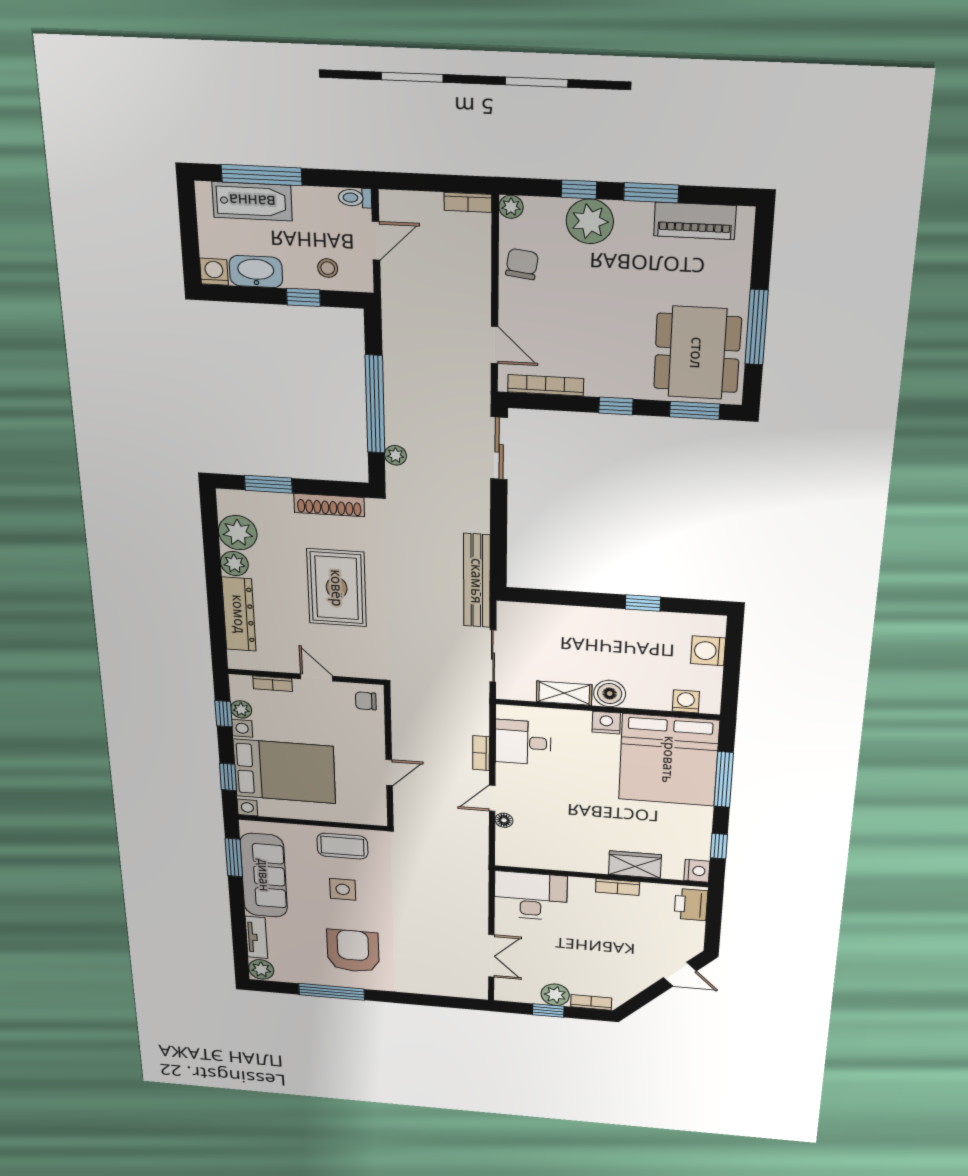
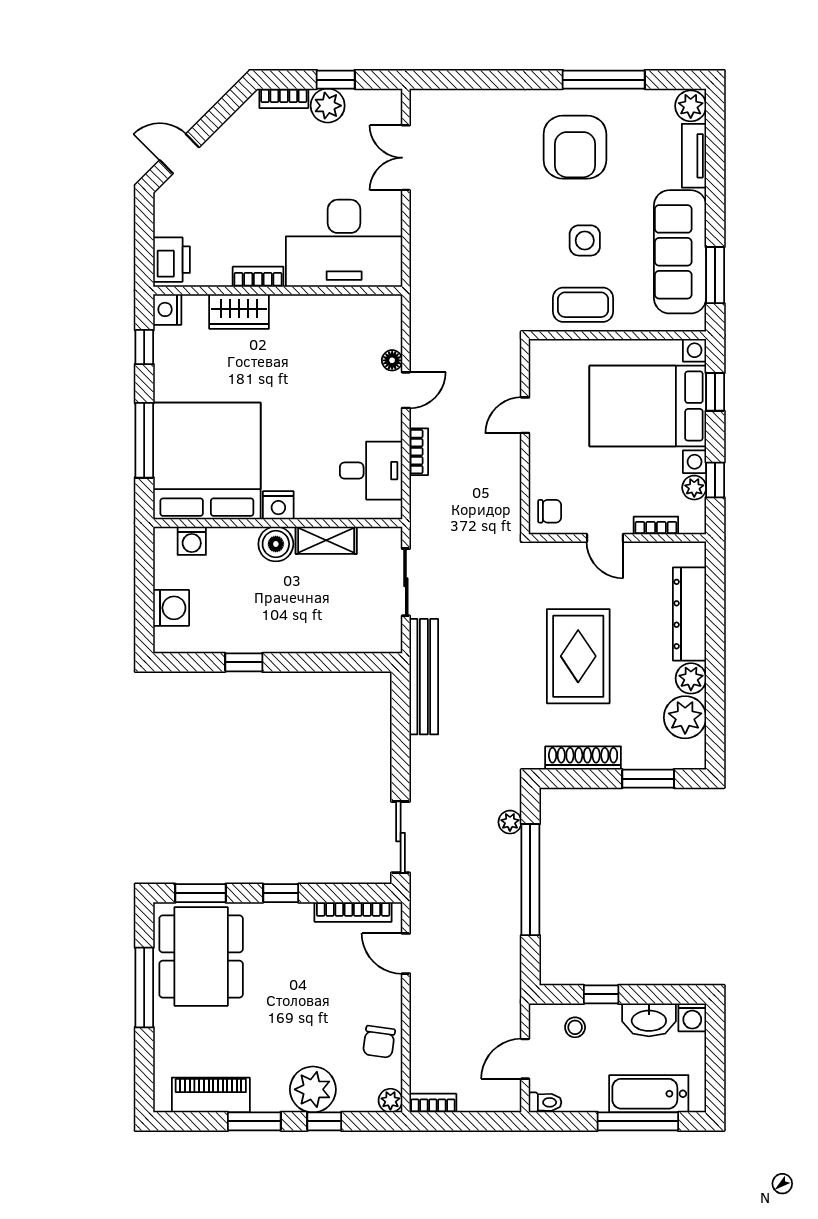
desk: (531, 896) -> (344, 243), width x1.36, depth x1.30

